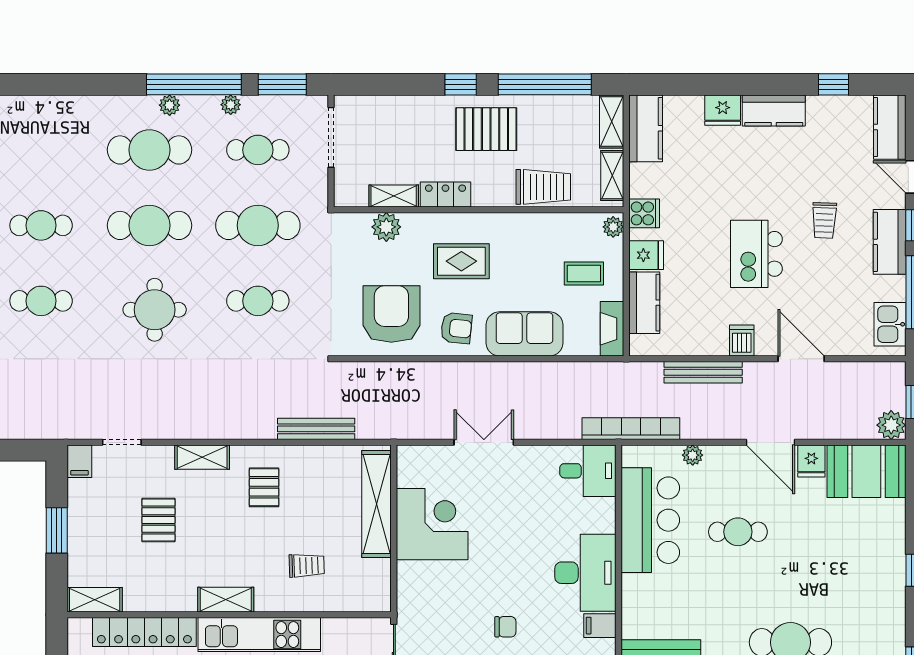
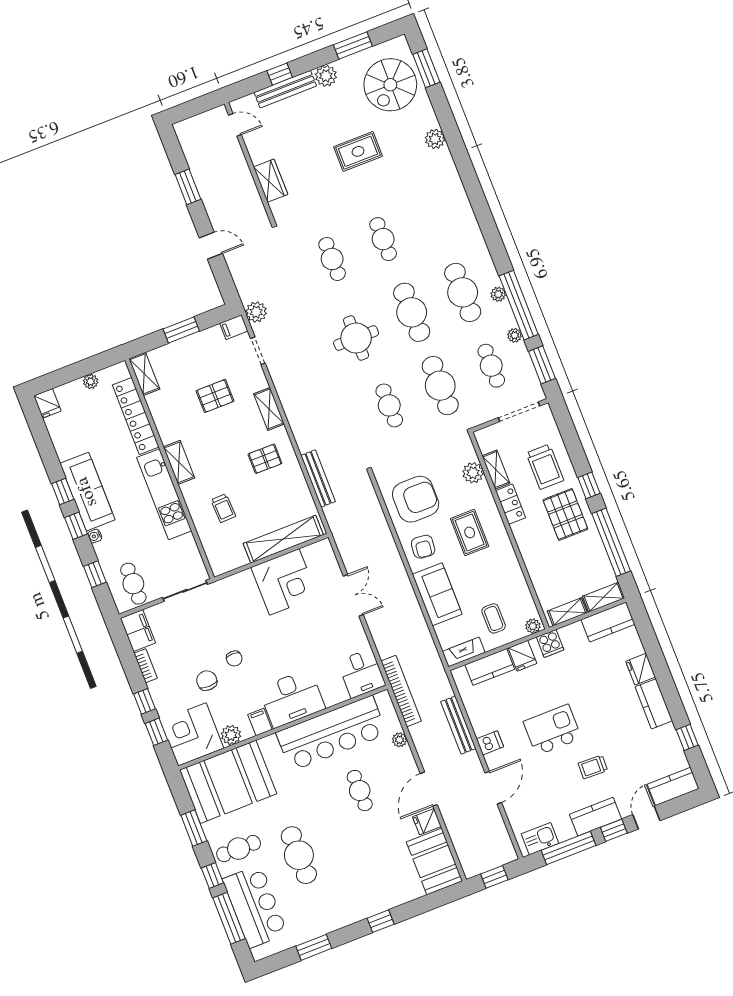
trolley: (543, 187) -> (545, 467), moved
plant: (891, 425) -> (256, 312), moved
bar counter: (650, 520) -> (332, 733), width x1.36

